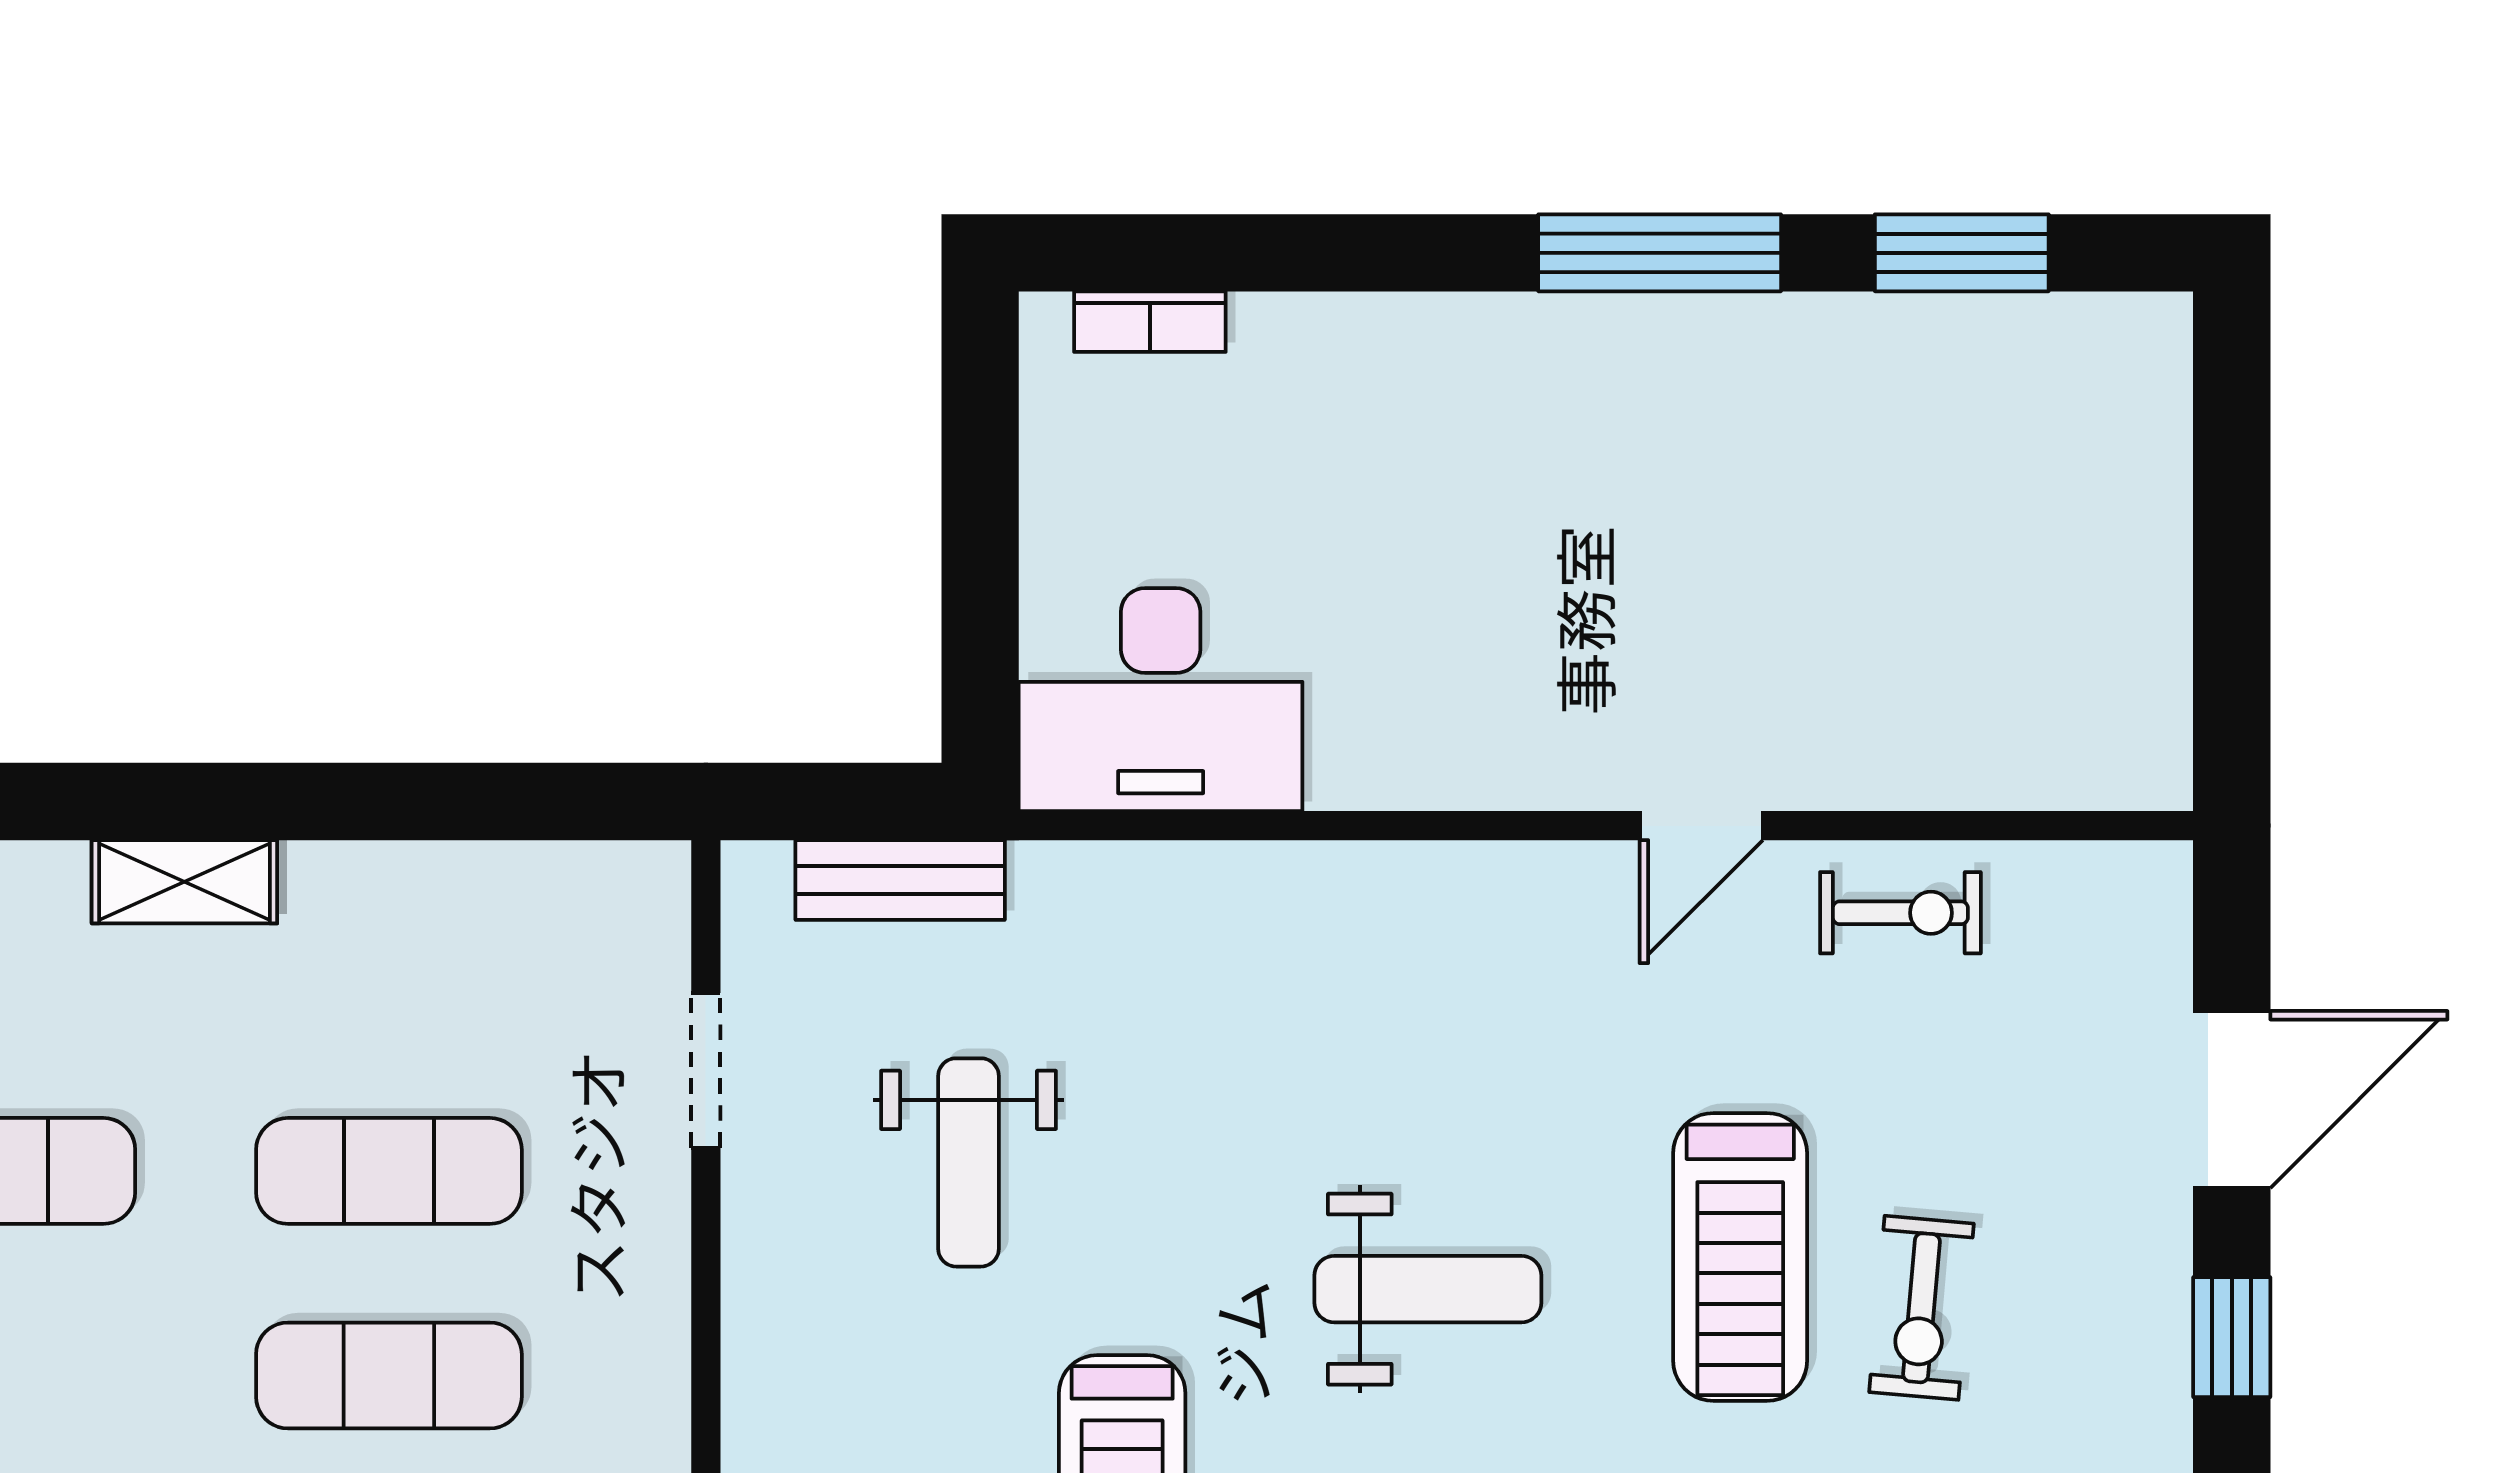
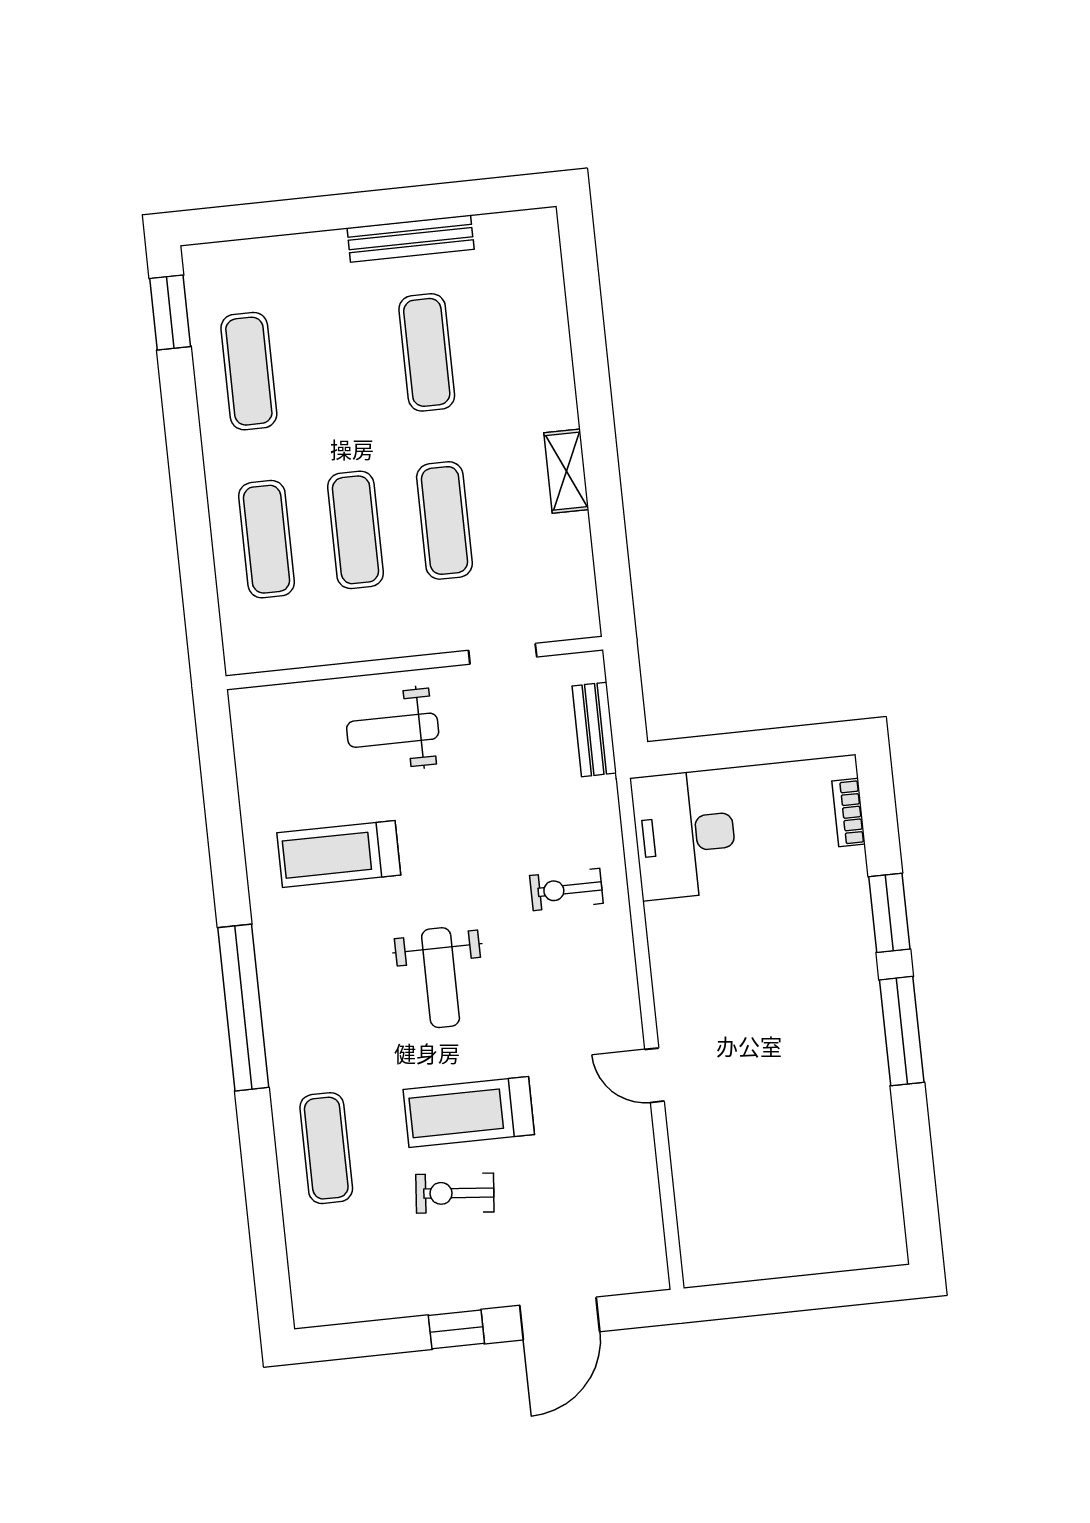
window: (1962, 253) -> (889, 913), moved
shelving: (184, 882) -> (566, 471), moved
exercise bike: (1900, 913) -> (566, 889), moved, turned 90
door: (2232, 1100) -> (560, 1319), hinge flipped
weight bench: (968, 1162) -> (393, 730), moved

